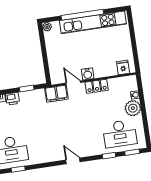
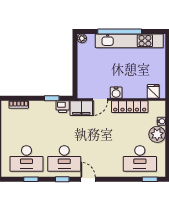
door: (73, 83) -> (100, 99), swing flipped
locker: (97, 86) -> (130, 107), width x1.53
printer: (13, 99) -> (63, 107), moved
desk: (47, 144) -> (64, 158), added
window: (109, 156) -> (62, 179), moved

